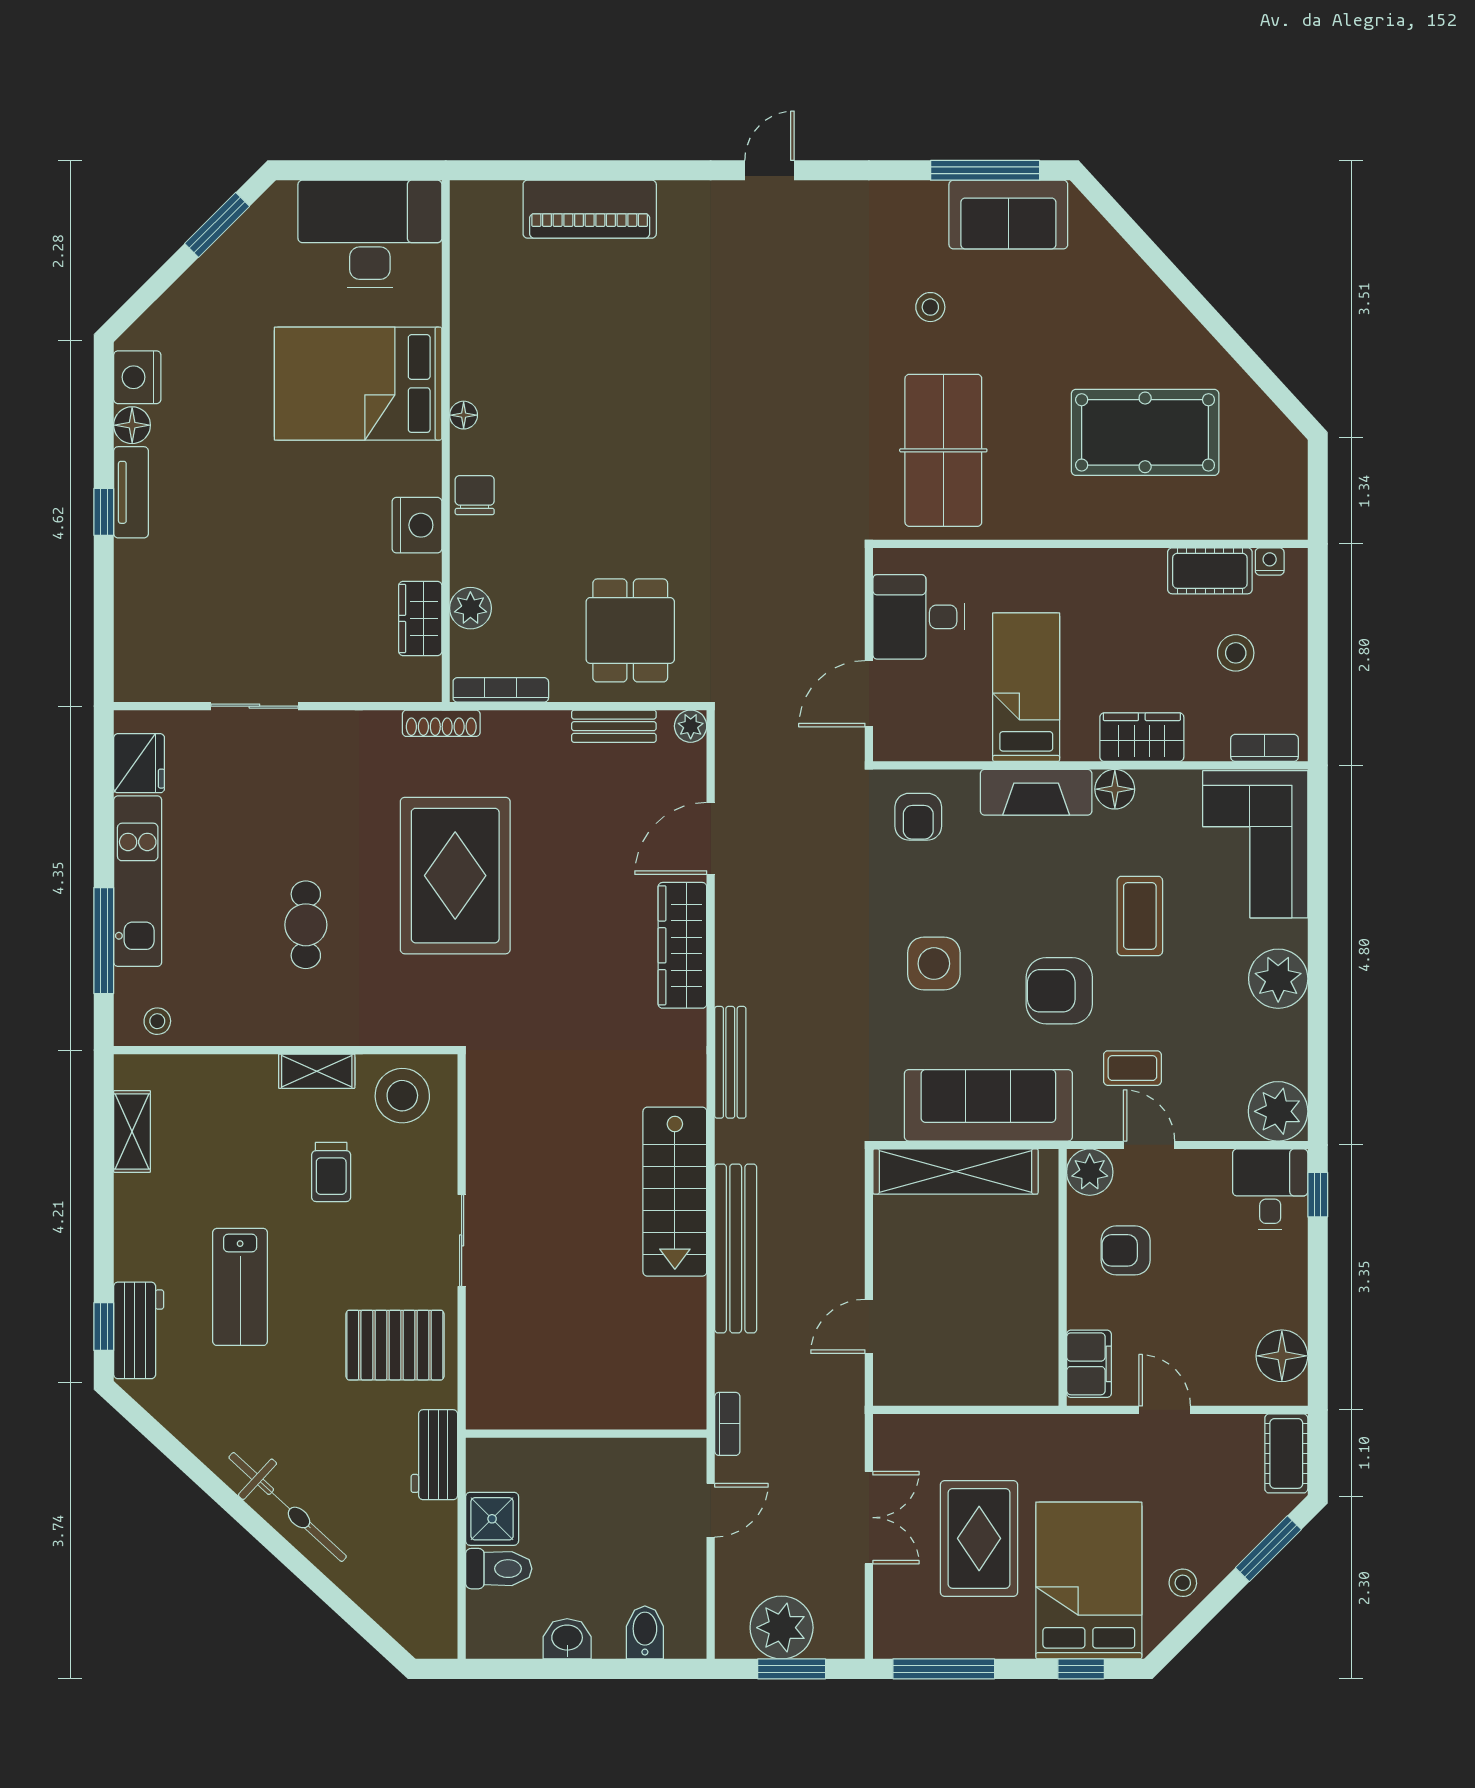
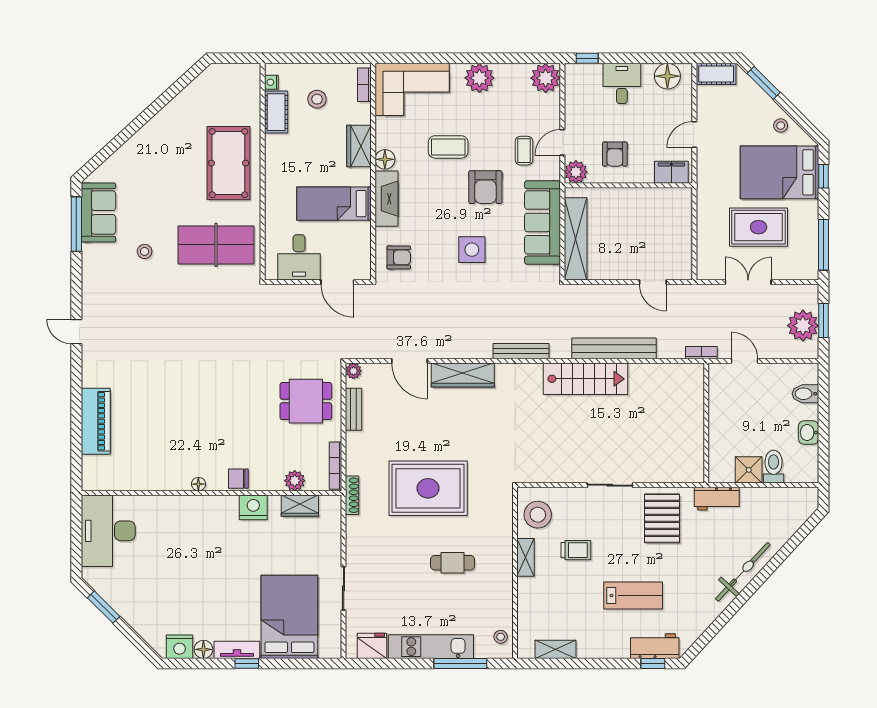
bed: (358, 384) -> (289, 617), moved, turned 180
pool table: (1145, 432) -> (228, 163), moved
desk: (1270, 1189) -> (622, 83), moved, turned 90

